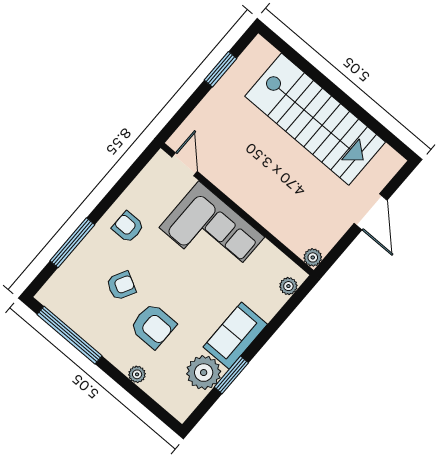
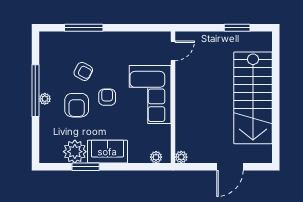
armchair: (128, 227) -> (107, 97), moved
window: (70, 335) -> (35, 91), moved
plant: (137, 374) -> (45, 99), moved

